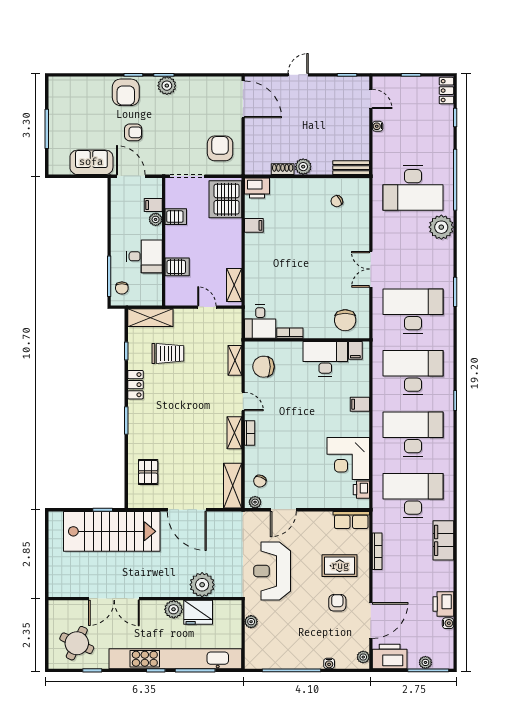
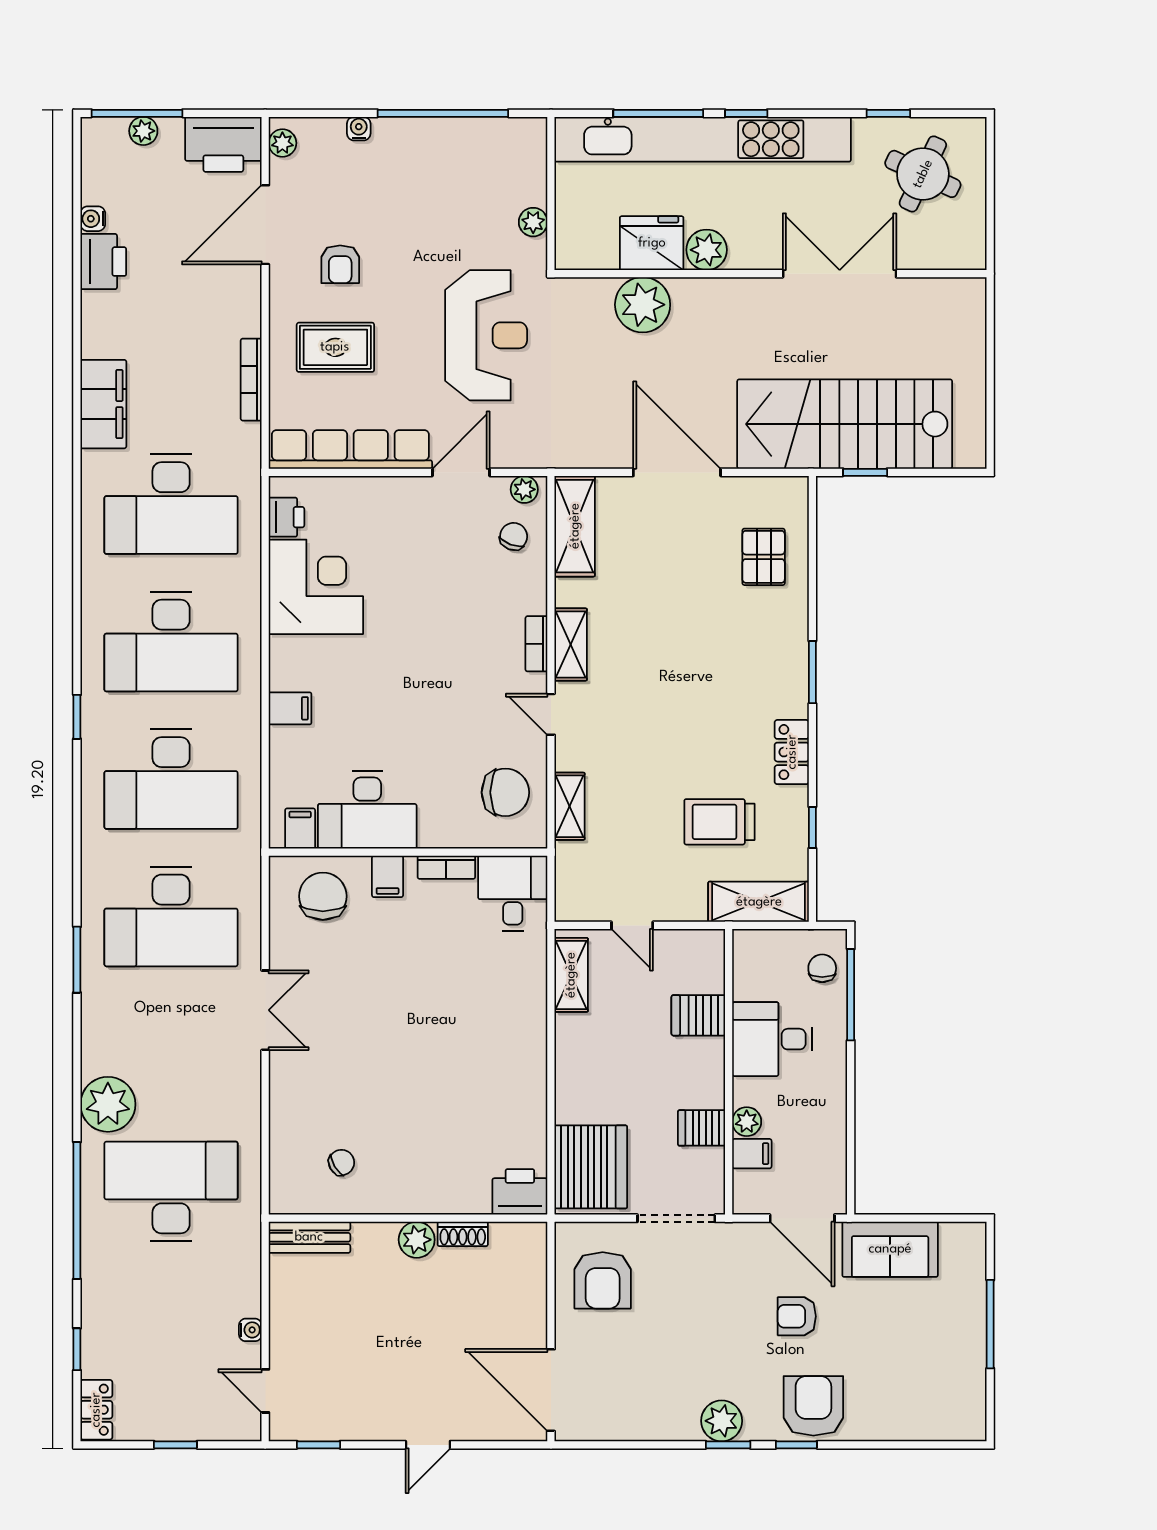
filing cabinet: (254, 225) -> (388, 876), moved, turned -90
row of seats: (351, 520) -> (350, 449), width x2.02

